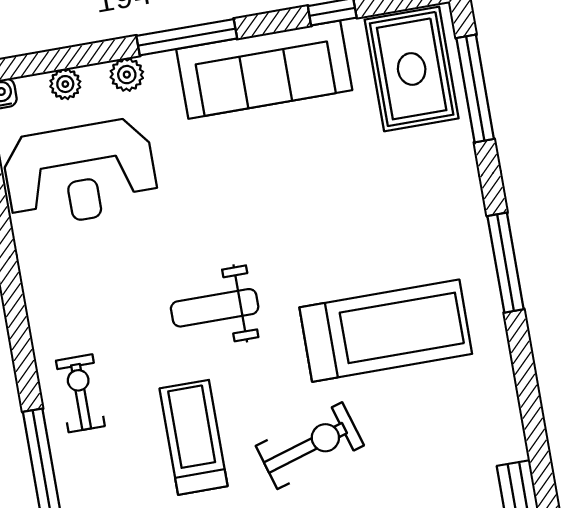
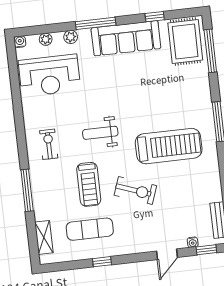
exercise bike: (80, 393) -> (49, 144), moved
treadmill: (194, 437) -> (89, 184), turned 180
exercise bike: (310, 446) -> (135, 190), turned 37

